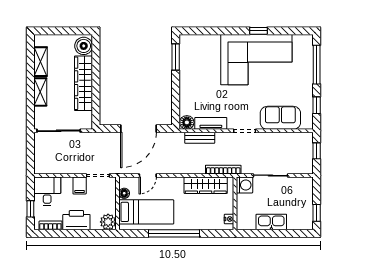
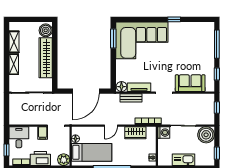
corner sofa: (256, 60) -> (142, 40), moved
door: (148, 175) -> (111, 126), moved
wardrobe: (206, 185) -> (135, 133), width x0.67
boiler: (302, 188) -> (206, 135), added

